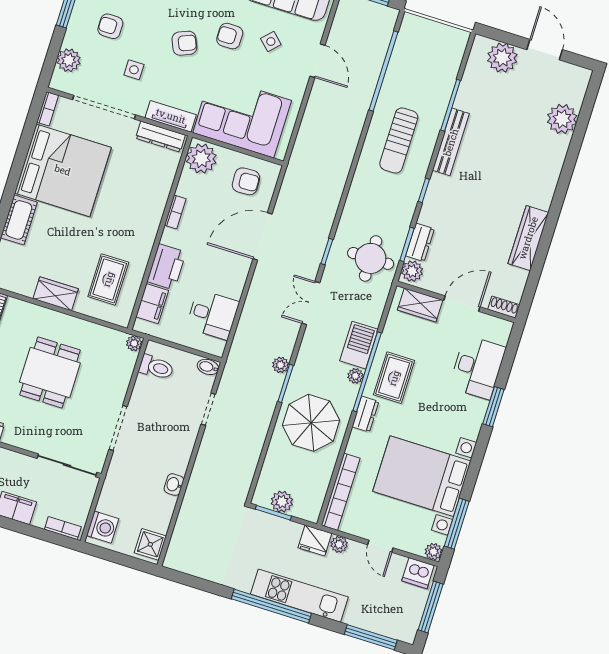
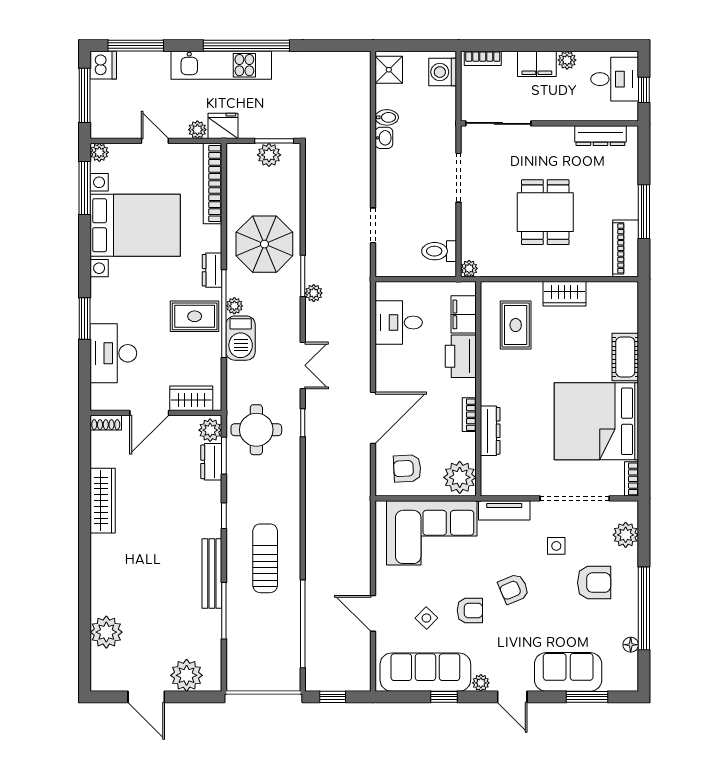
armchair: (110, 26) -> (594, 583), width x1.38, depth x1.38
dresser: (161, 137) -> (490, 431), moved, turned 90
bidet: (208, 367) -> (387, 117), moved
rug: (394, 378) -> (195, 316), turned 90
dishwasher: (418, 573) -> (103, 65), moved, turned 90

